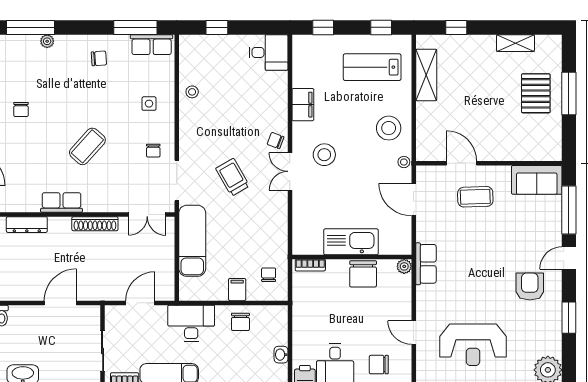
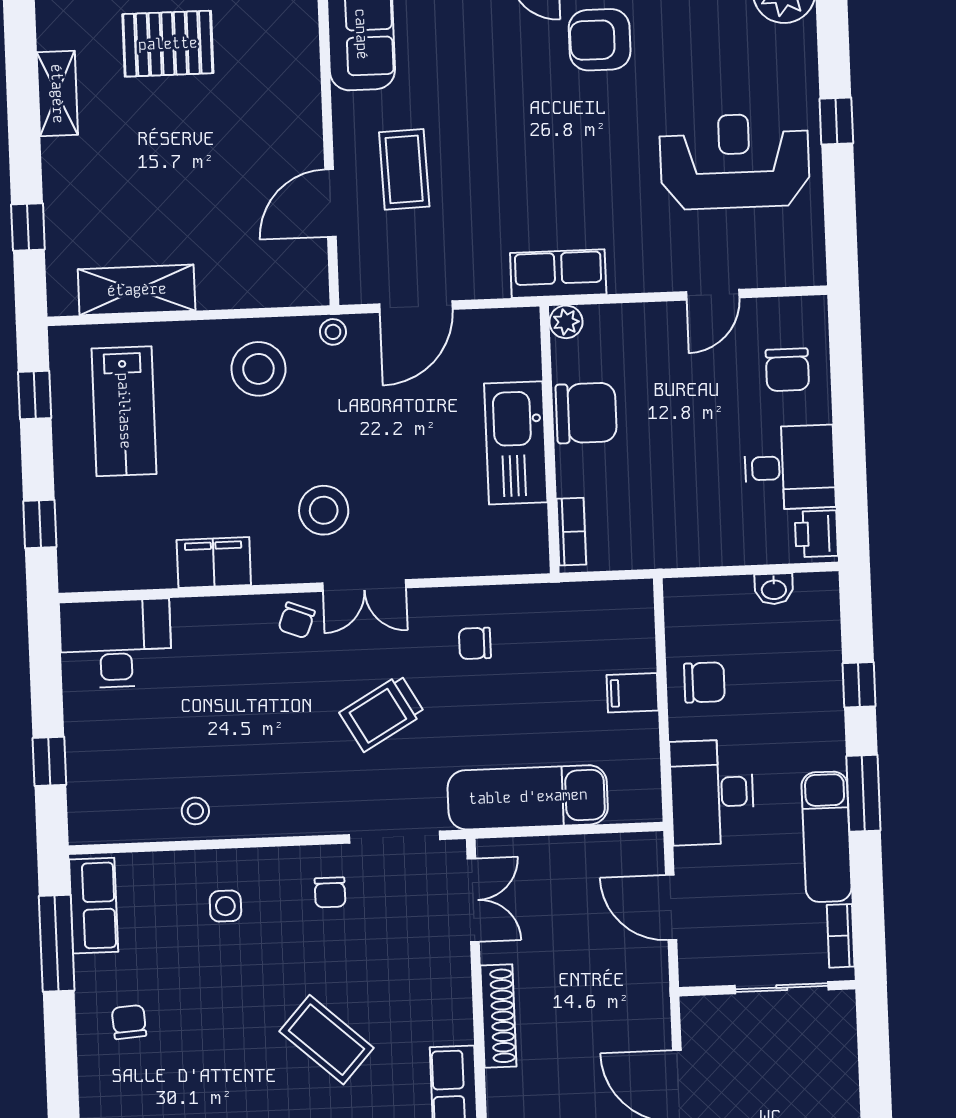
desk: (268, 52) -> (116, 643), width x1.37
chair: (153, 151) -> (330, 892), turned 90
chair: (269, 275) -> (475, 643), moved
reception desk: (473, 345) -> (735, 161), turned -90

